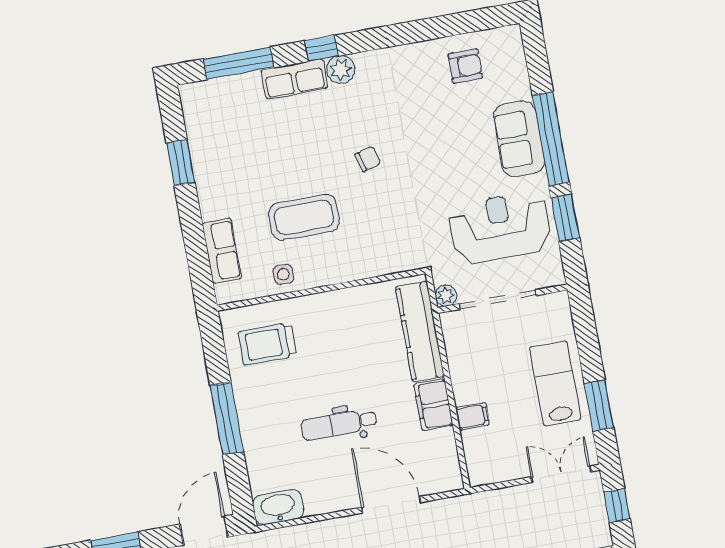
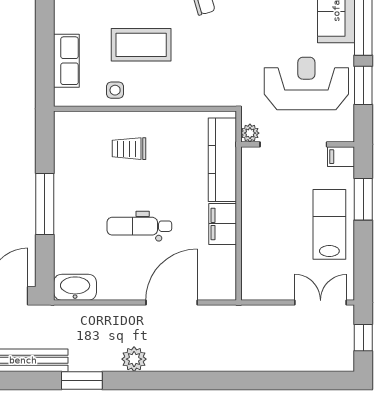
trolley: (267, 344) -> (129, 149), moved, width x0.73, depth x0.72
window: (599, 406) -> (363, 199), moved
filing cabinet: (473, 416) -> (341, 157), moved, turned 180
door: (391, 505) -> (172, 302), hinge flipped

